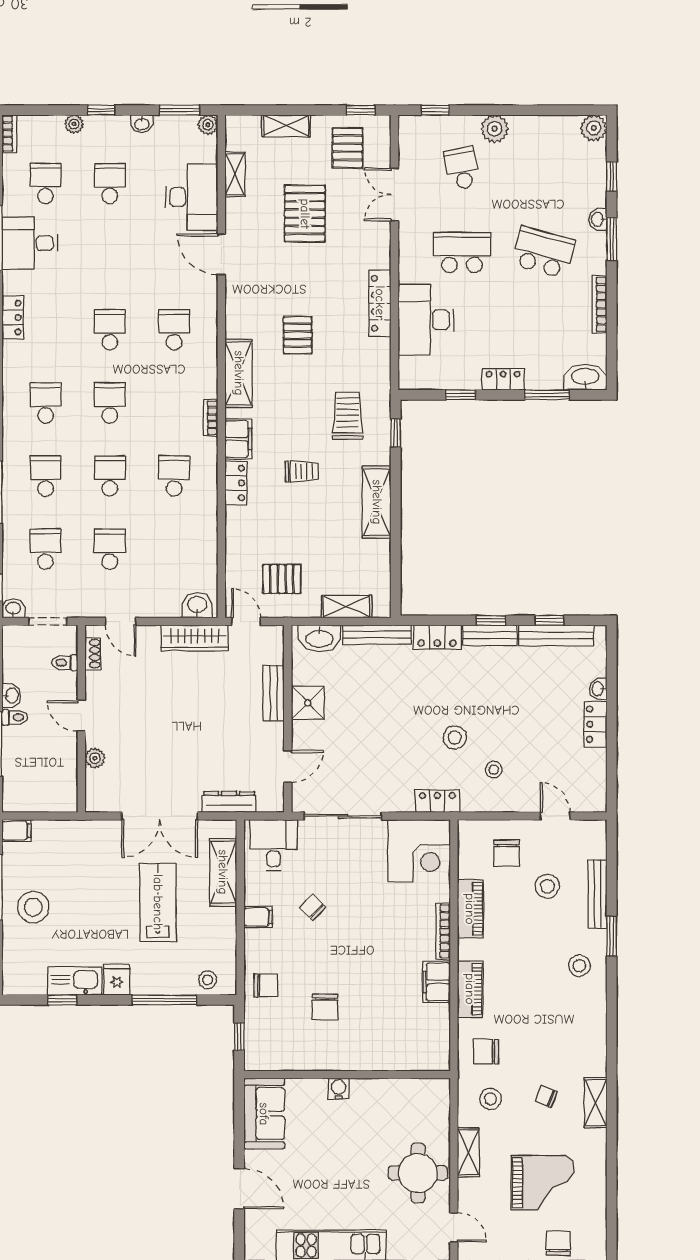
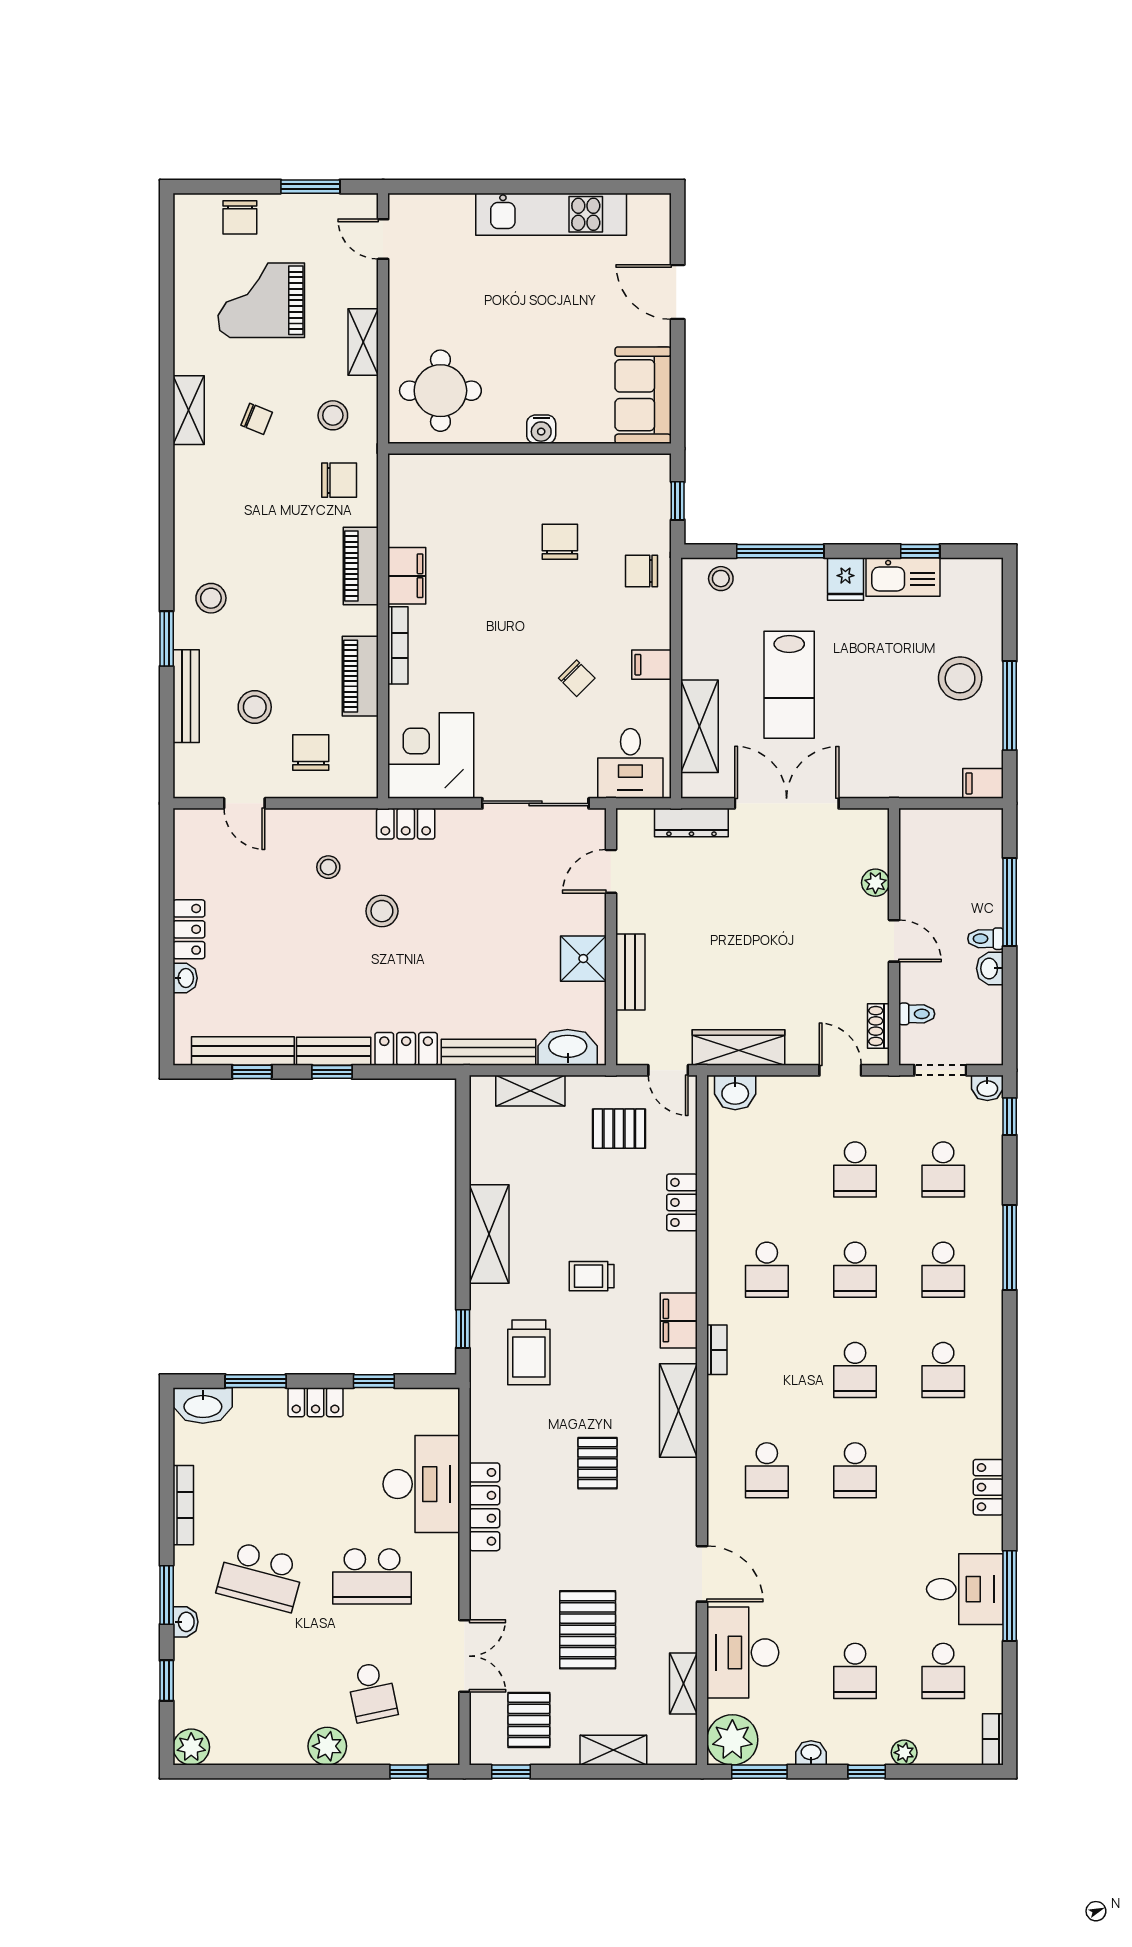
plant: (208, 125) -> (732, 1740), width x1.88, depth x1.88
locker: (236, 483) -> (682, 1202), moved
round table: (418, 1173) -> (440, 391), moved

